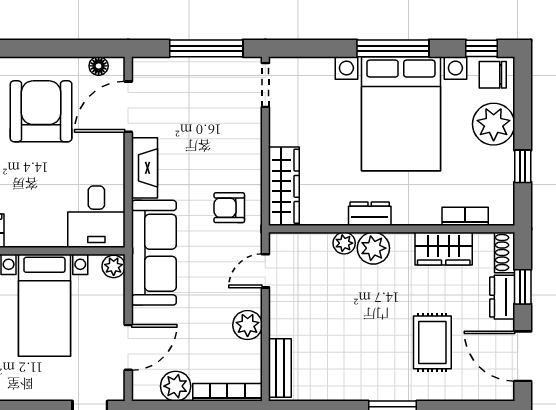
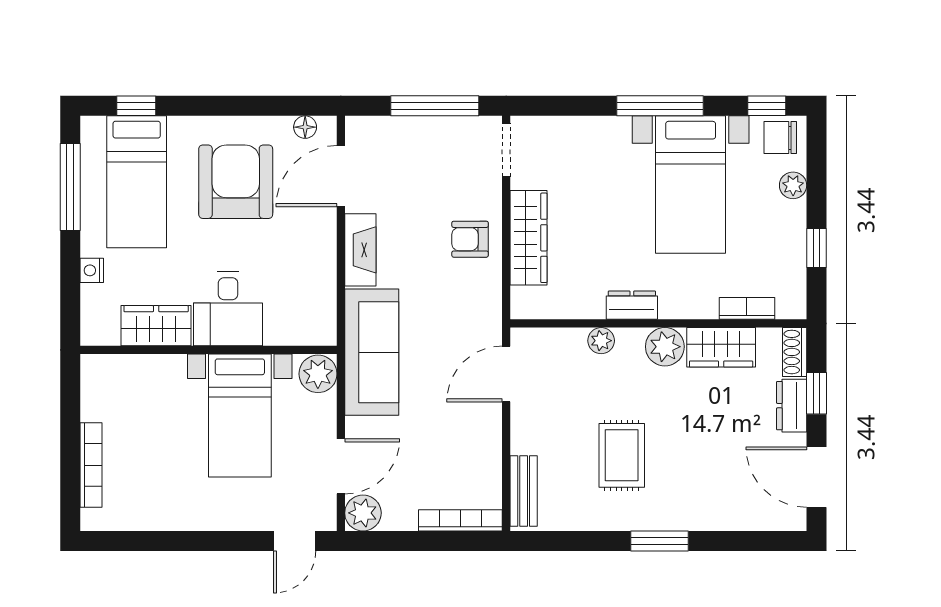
bed with nightstands: (401, 114) -> (691, 185), width x0.73
plant: (494, 124) -> (793, 185), width x0.53, depth x0.53
wardrobe: (284, 186) -> (528, 238), moved
armchair: (229, 208) -> (470, 239), moved
desk: (96, 217) -> (228, 309), moved
plant: (373, 248) -> (665, 347), moved
plant: (114, 266) -> (318, 374), width x1.38, depth x1.38
door: (265, 271) -> (506, 374), width x1.37
plant: (248, 325) -> (485, 439), removed
rug: (432, 342) -> (622, 455), moved
plant: (176, 386) -> (363, 513), moved

